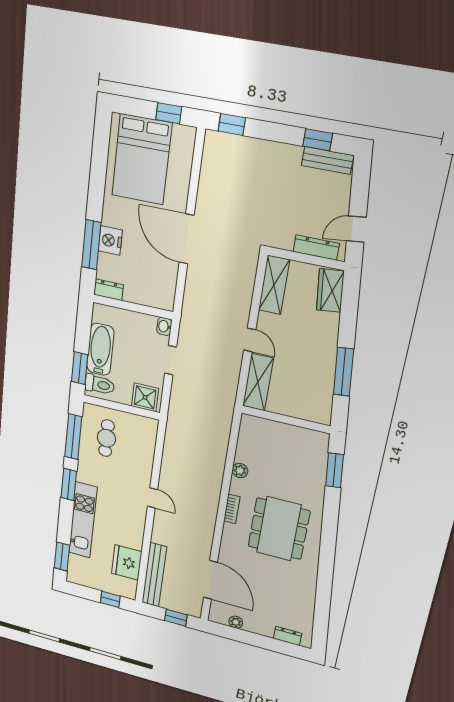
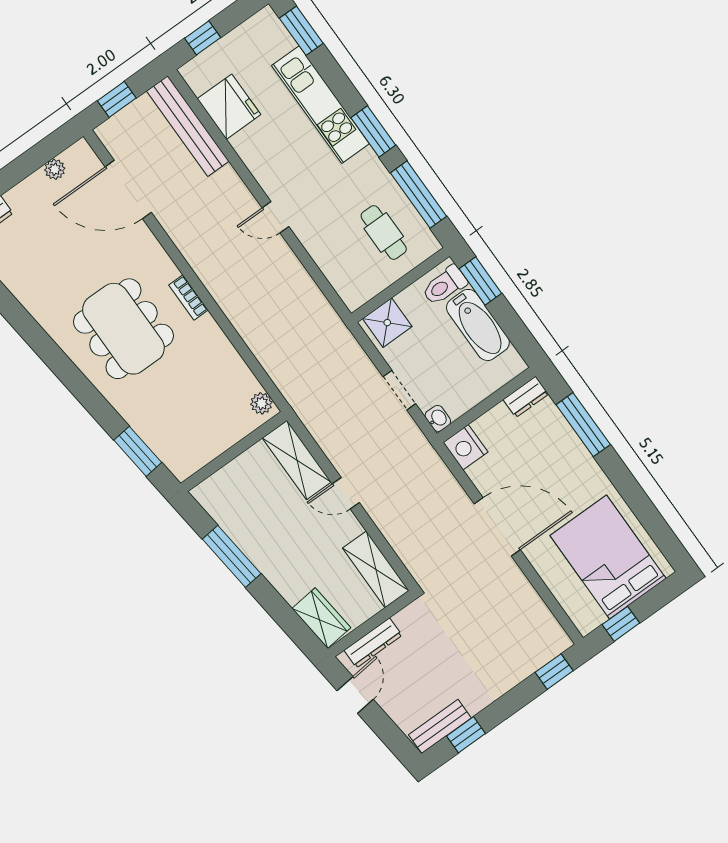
nightstand: (110, 240) -> (466, 447), moved, turned 180
plant: (240, 470) -> (261, 403), moved

